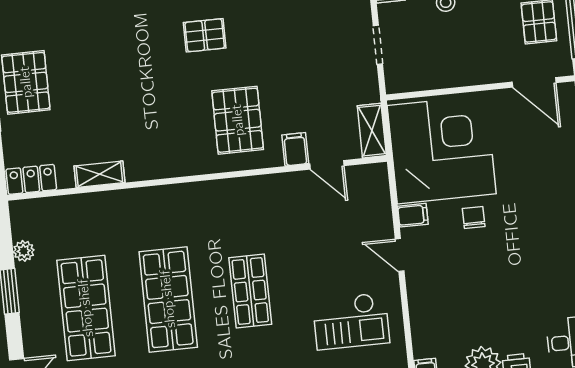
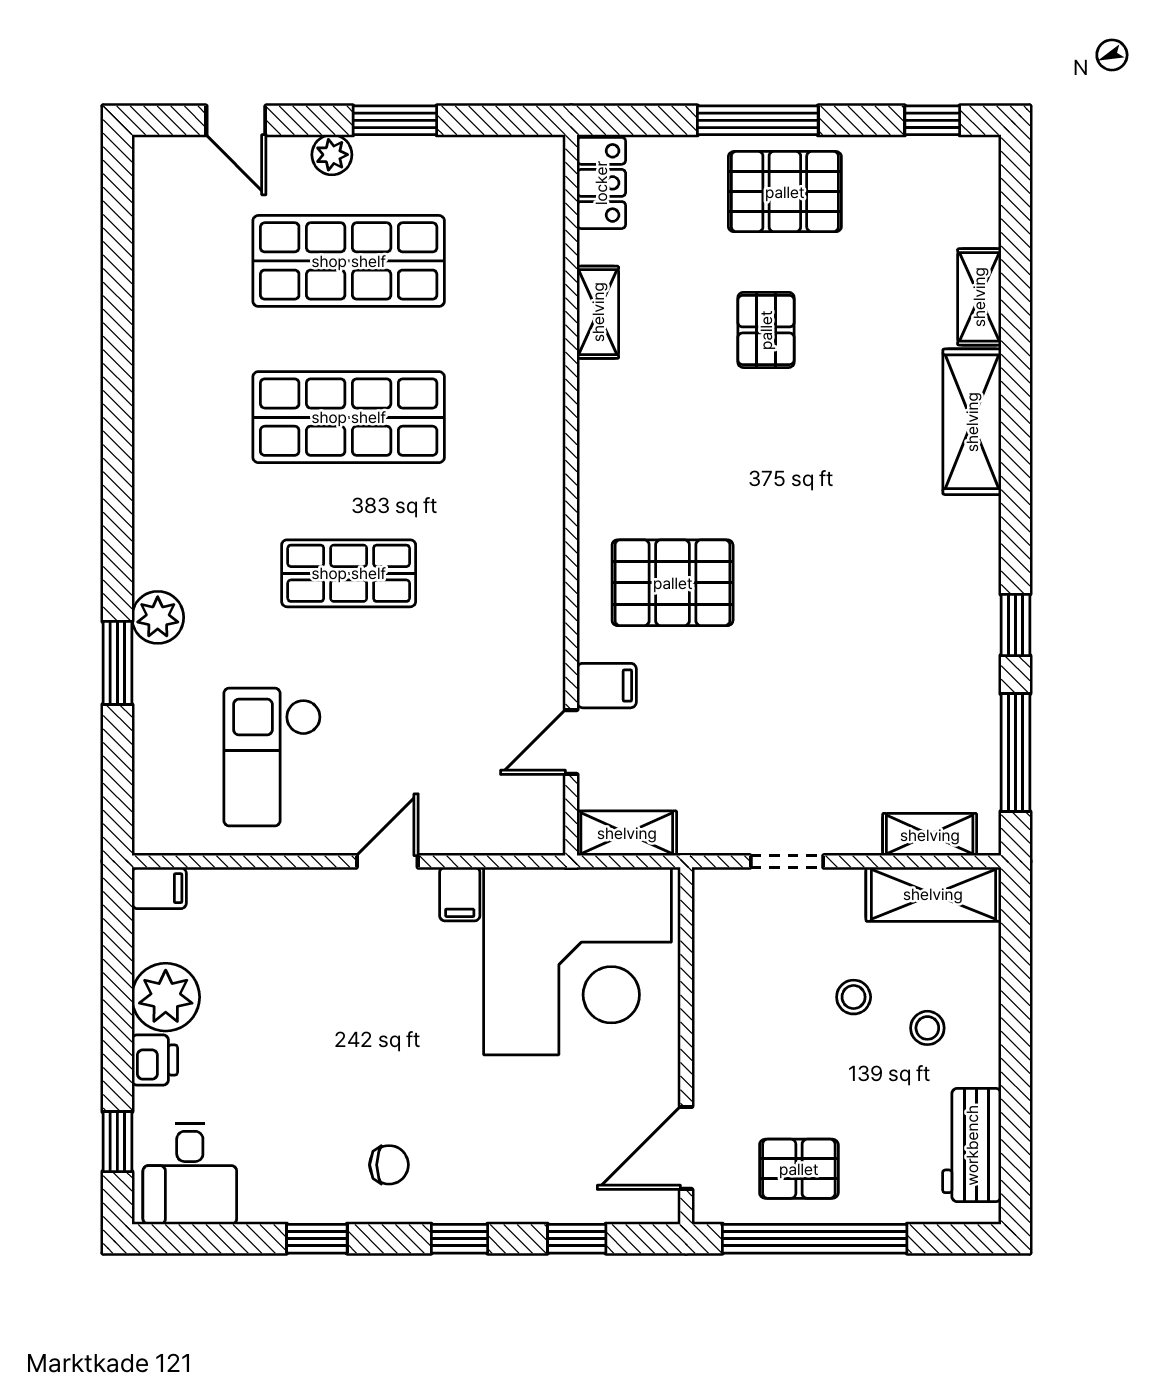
pallet: (205, 35) -> (766, 330), moved
chair: (474, 217) -> (389, 1165), moved
plant: (24, 251) -> (332, 155), moved

